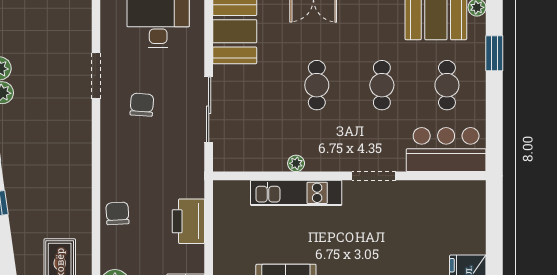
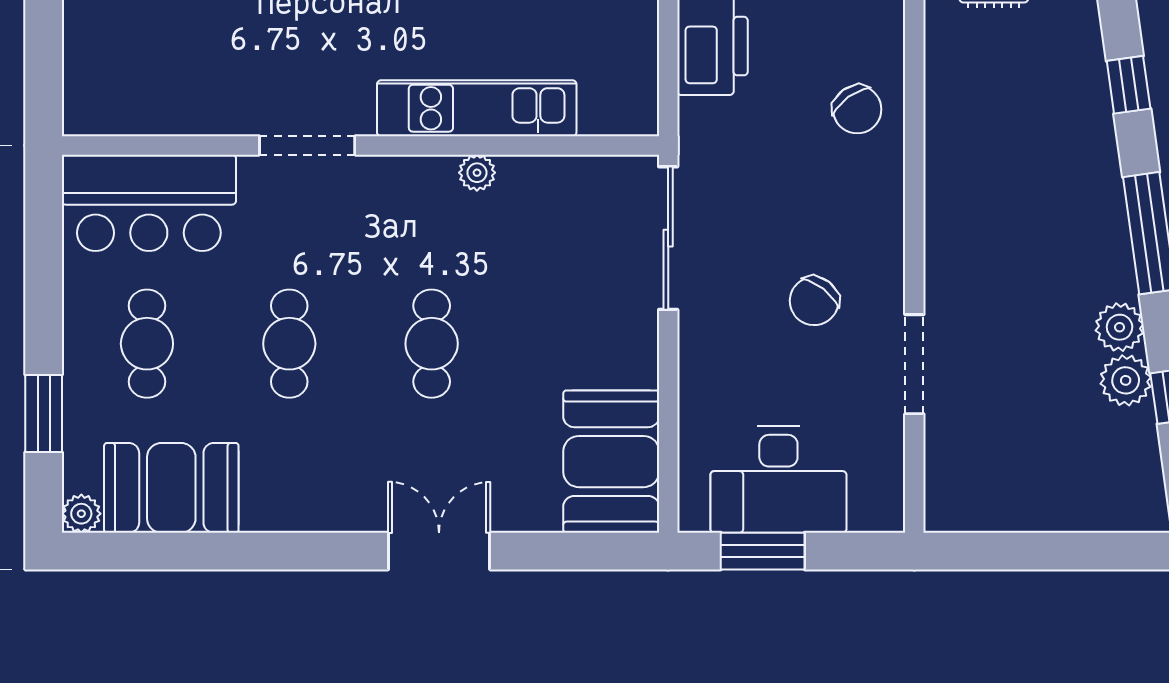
chair: (142, 105) -> (814, 301), turned 34
sliding door: (209, 110) -> (668, 238), moved
chair: (117, 213) -> (857, 109), moved, turned -33

